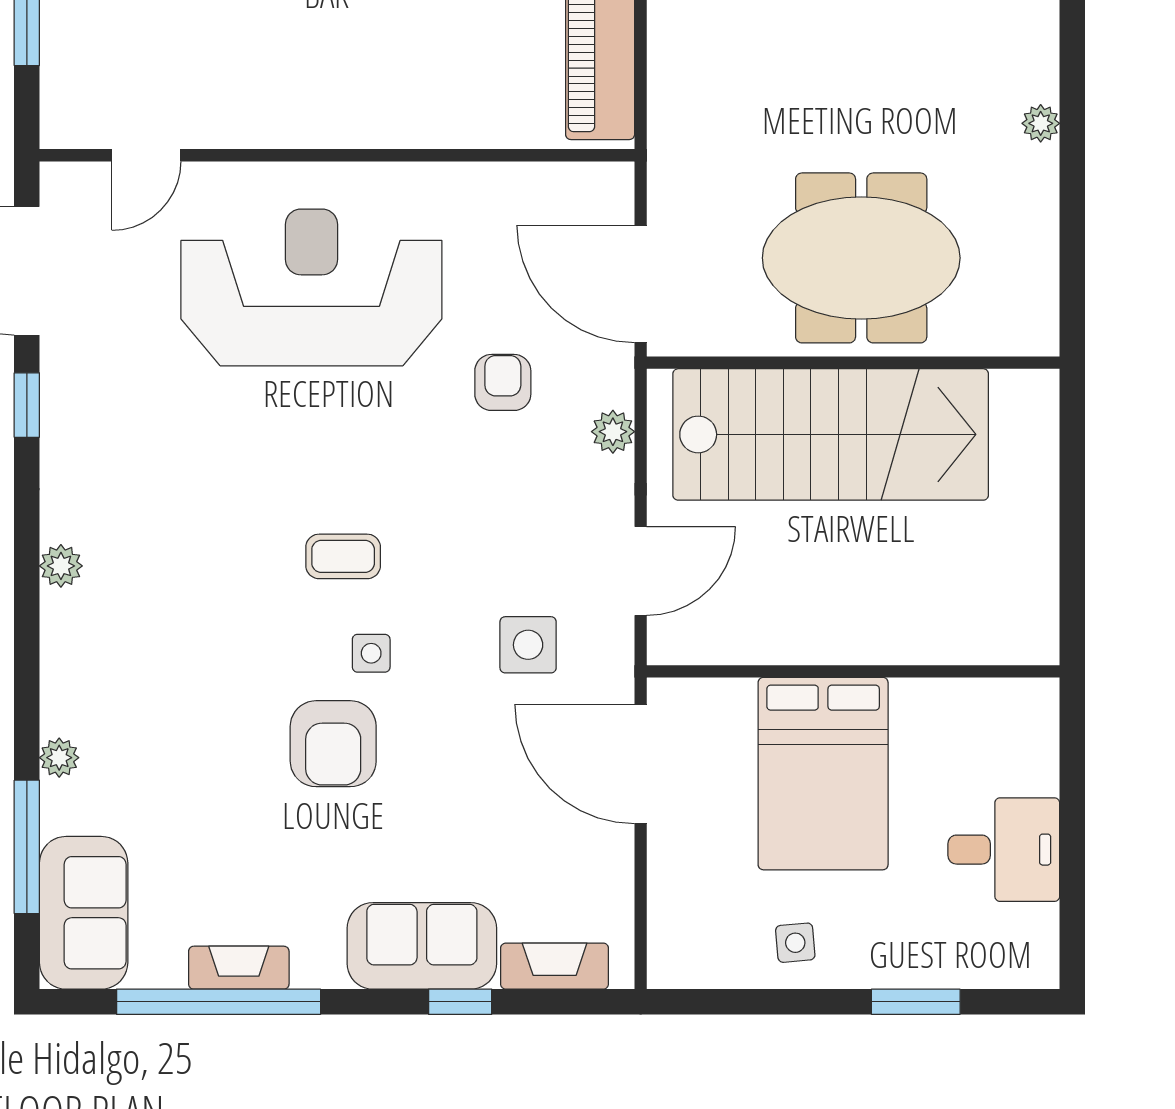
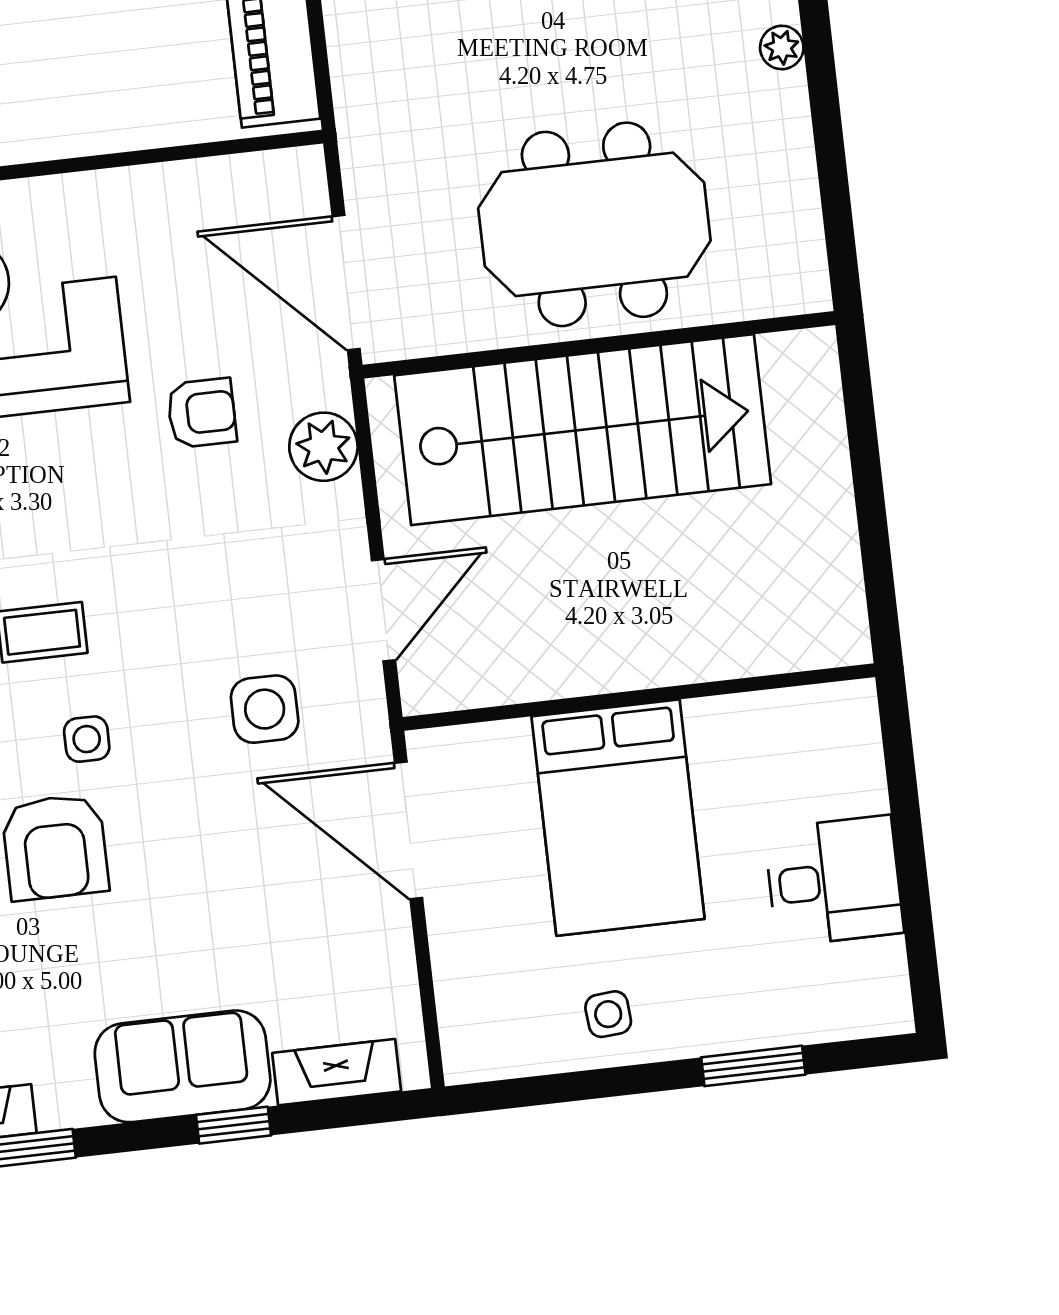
armchair: (503, 382) -> (202, 413), turned 90
plant: (613, 432) -> (323, 447), width x1.38, depth x1.38

